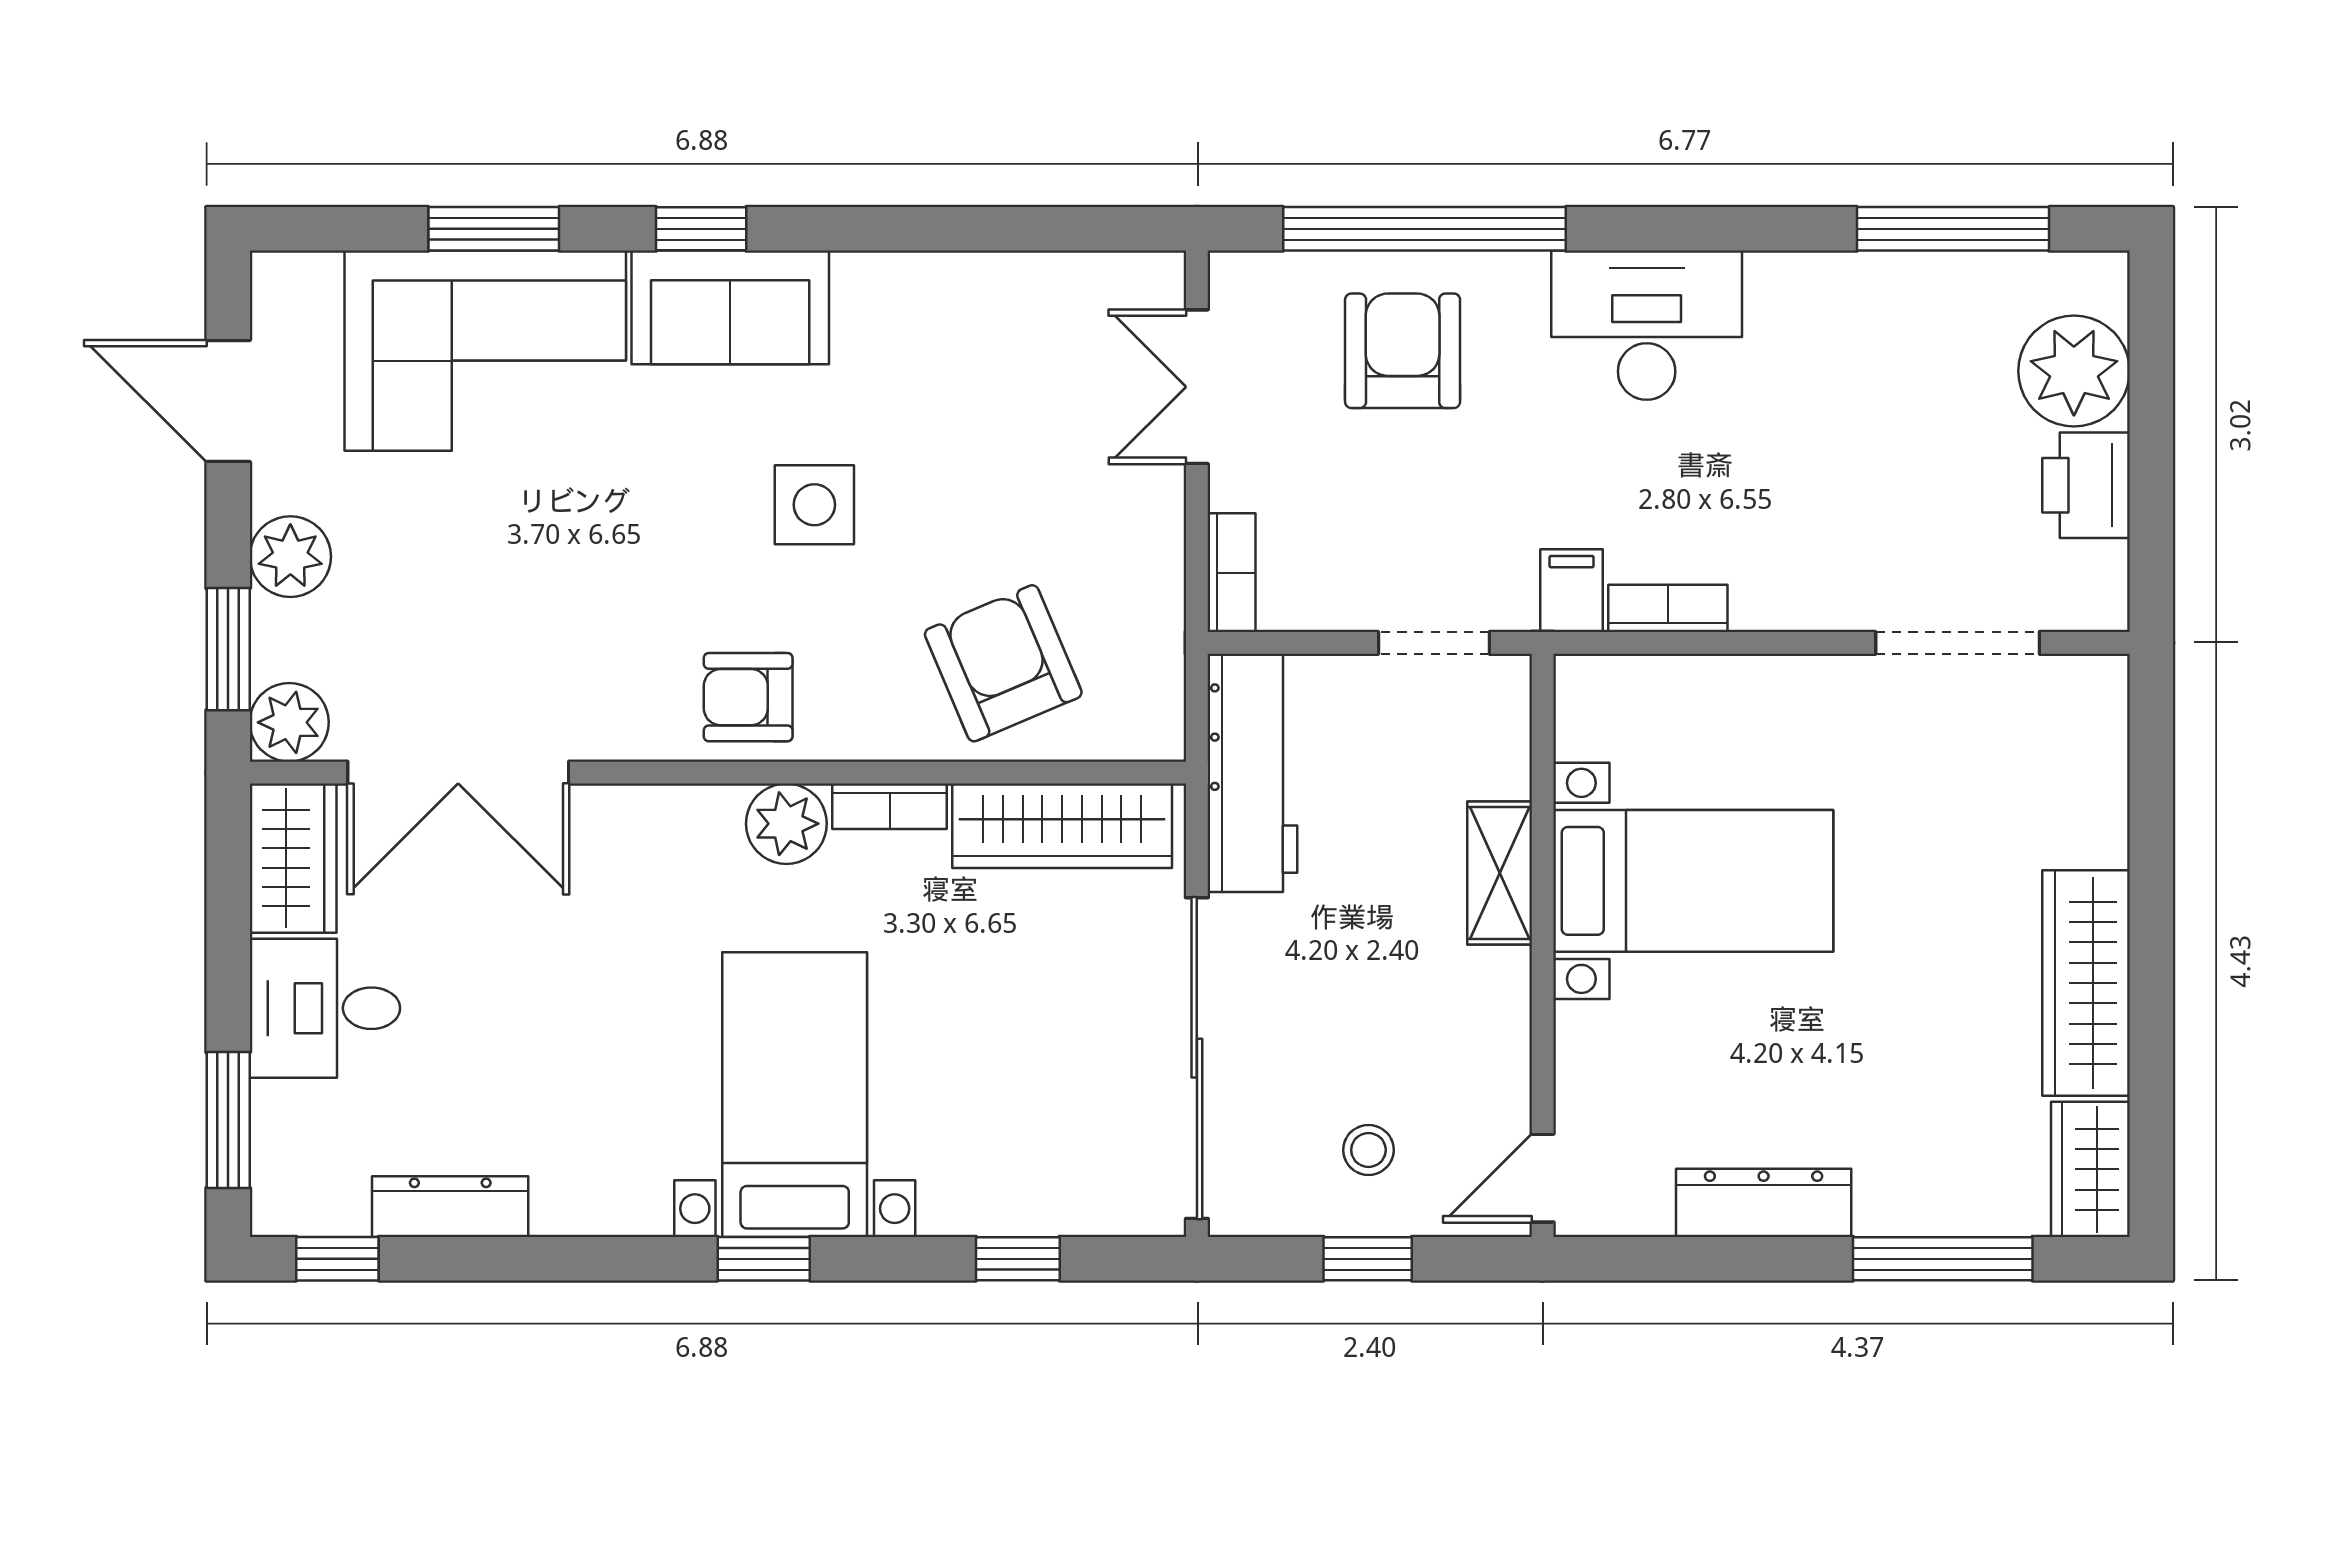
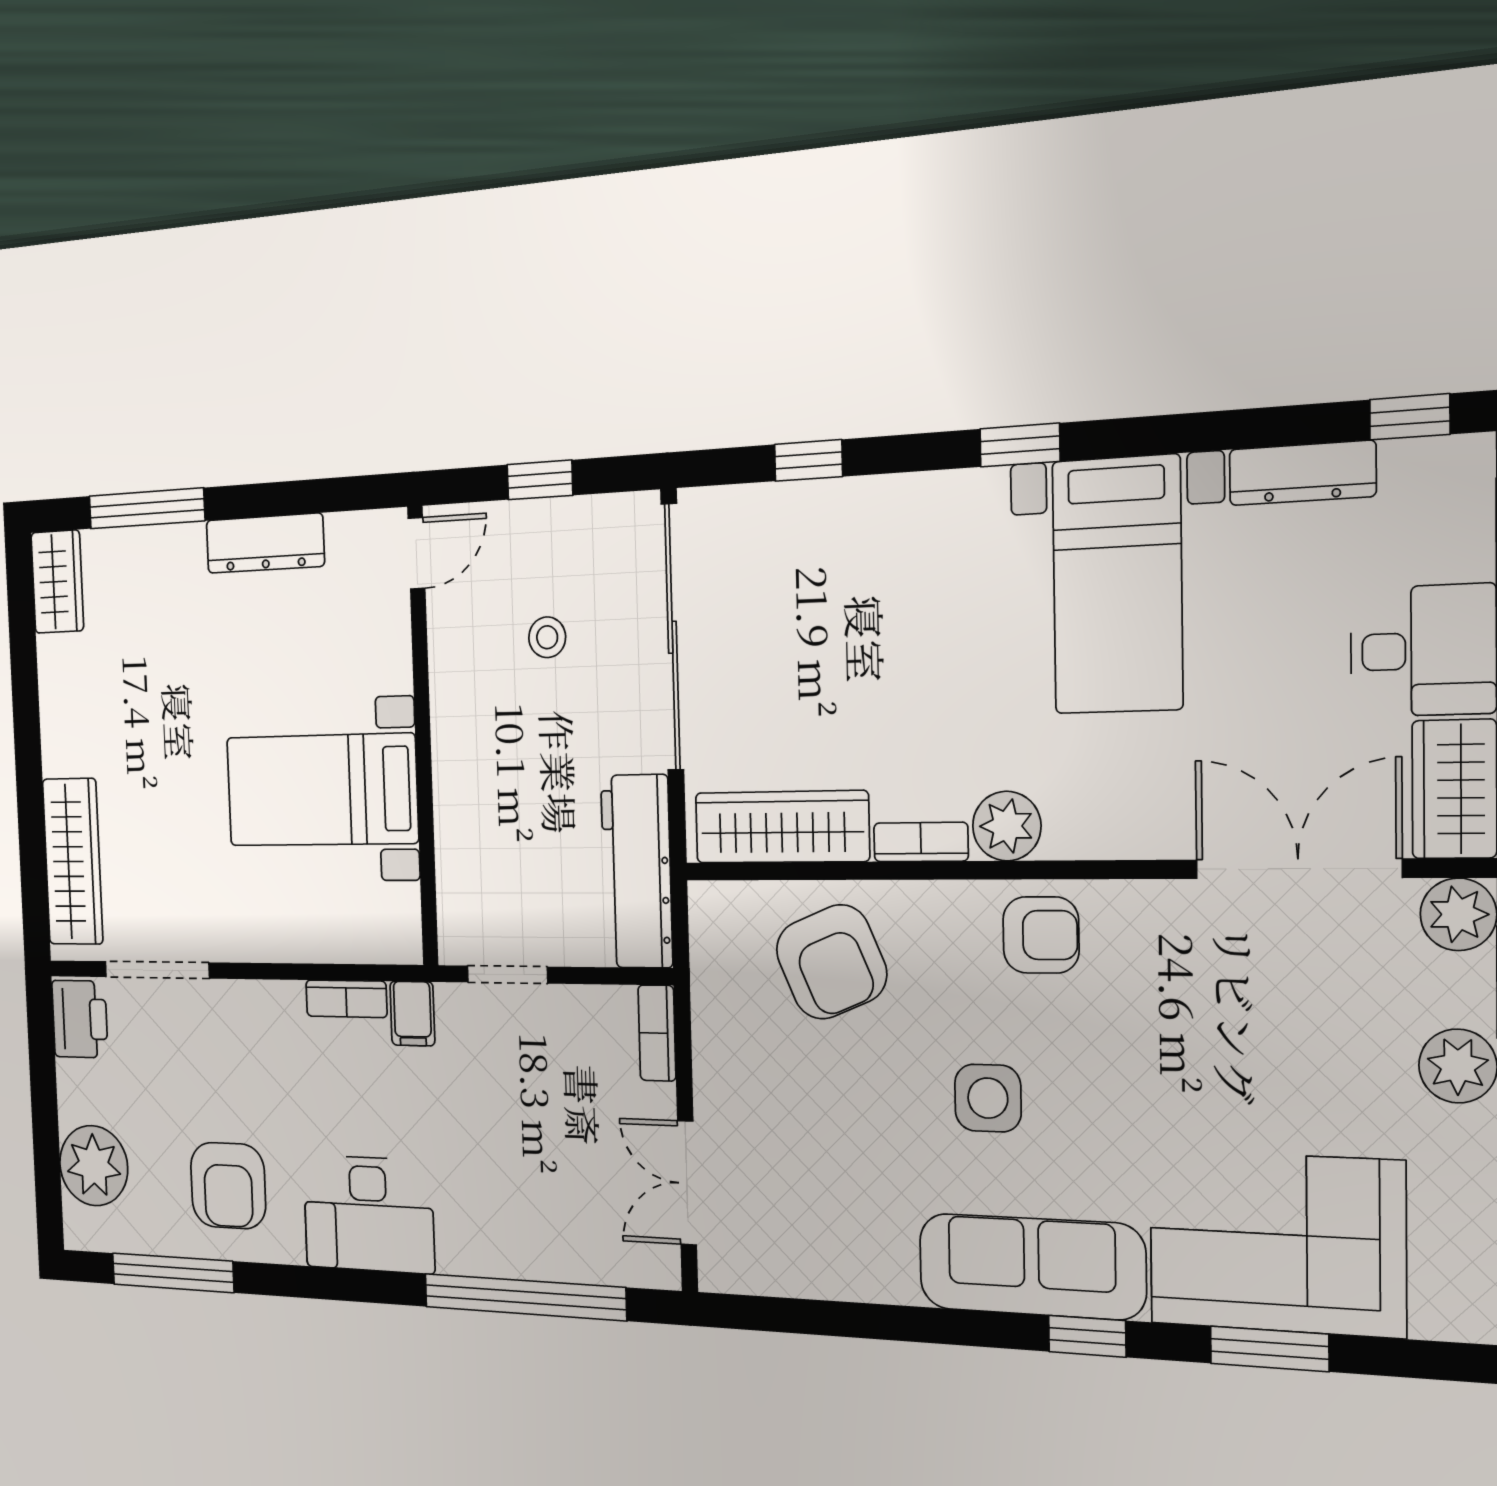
sofa: (730, 307) -> (1031, 1266), width x1.36
armchair: (1403, 351) -> (228, 1186), moved
double door: (1197, 387) -> (687, 1183), swing flipped
printer: (2086, 485) -> (80, 1019), moved
shelving: (1500, 873) -> (455, 794), removed
wardrobe: (2086, 983) -> (73, 862), moved
bed with nightstands: (795, 1095) -> (1117, 585), moved
stool: (1368, 1150) -> (547, 637), moved

